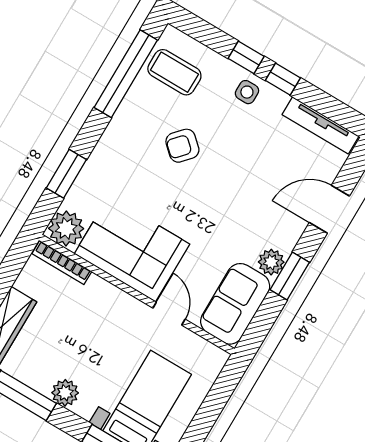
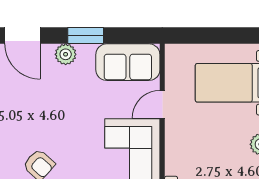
plant: (271, 262) -> (66, 54), moved

